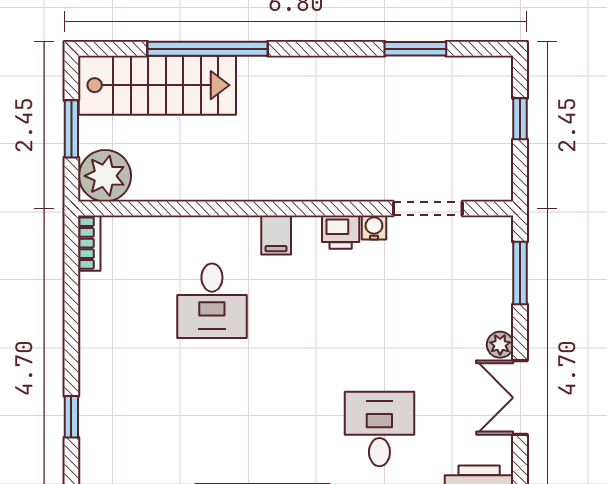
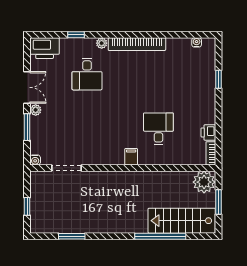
water cooler: (374, 227) -> (35, 160), moved
printer: (341, 232) -> (208, 132), moved, turned -90
window: (520, 273) -> (27, 127), moved

